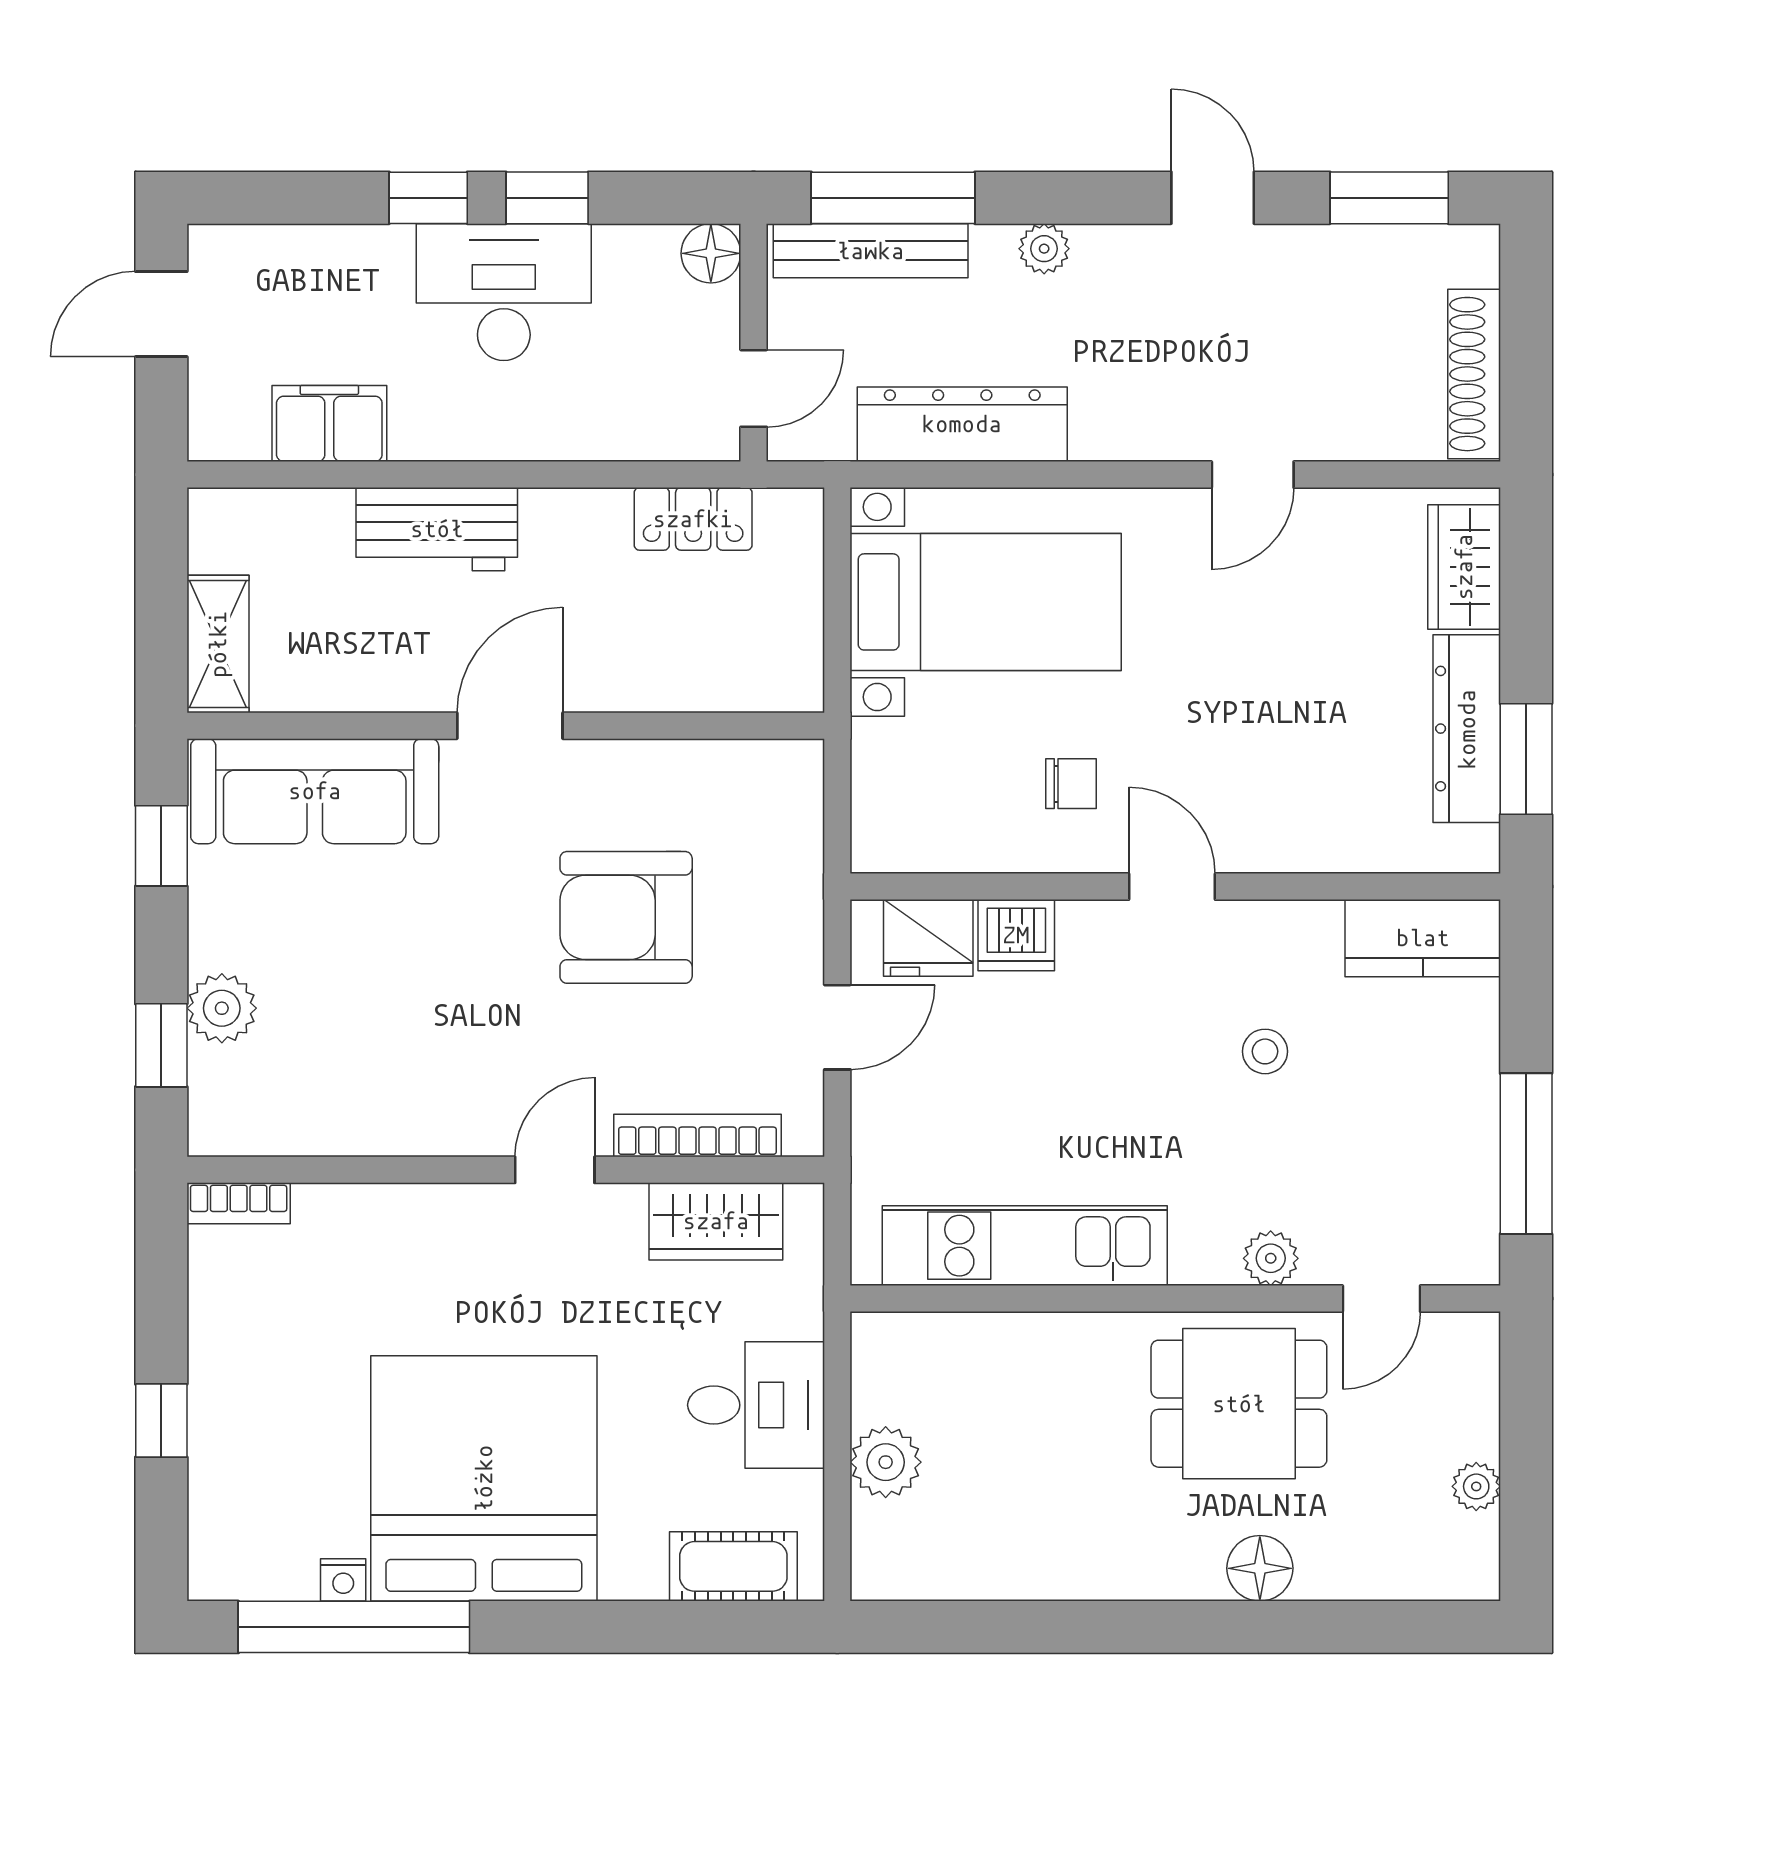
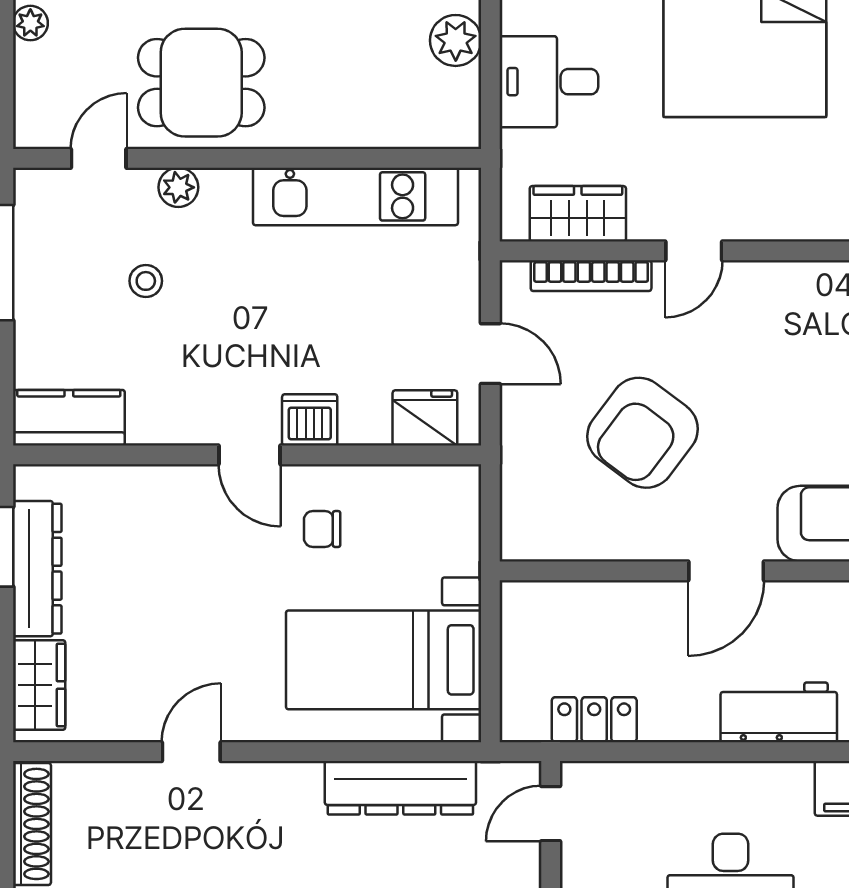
armchair: (626, 917) -> (643, 433), turned 127
dishwasher: (1016, 935) -> (310, 420), moved
door: (837, 1027) -> (490, 354), swing flipped
stool: (1265, 1051) -> (146, 281), moved

